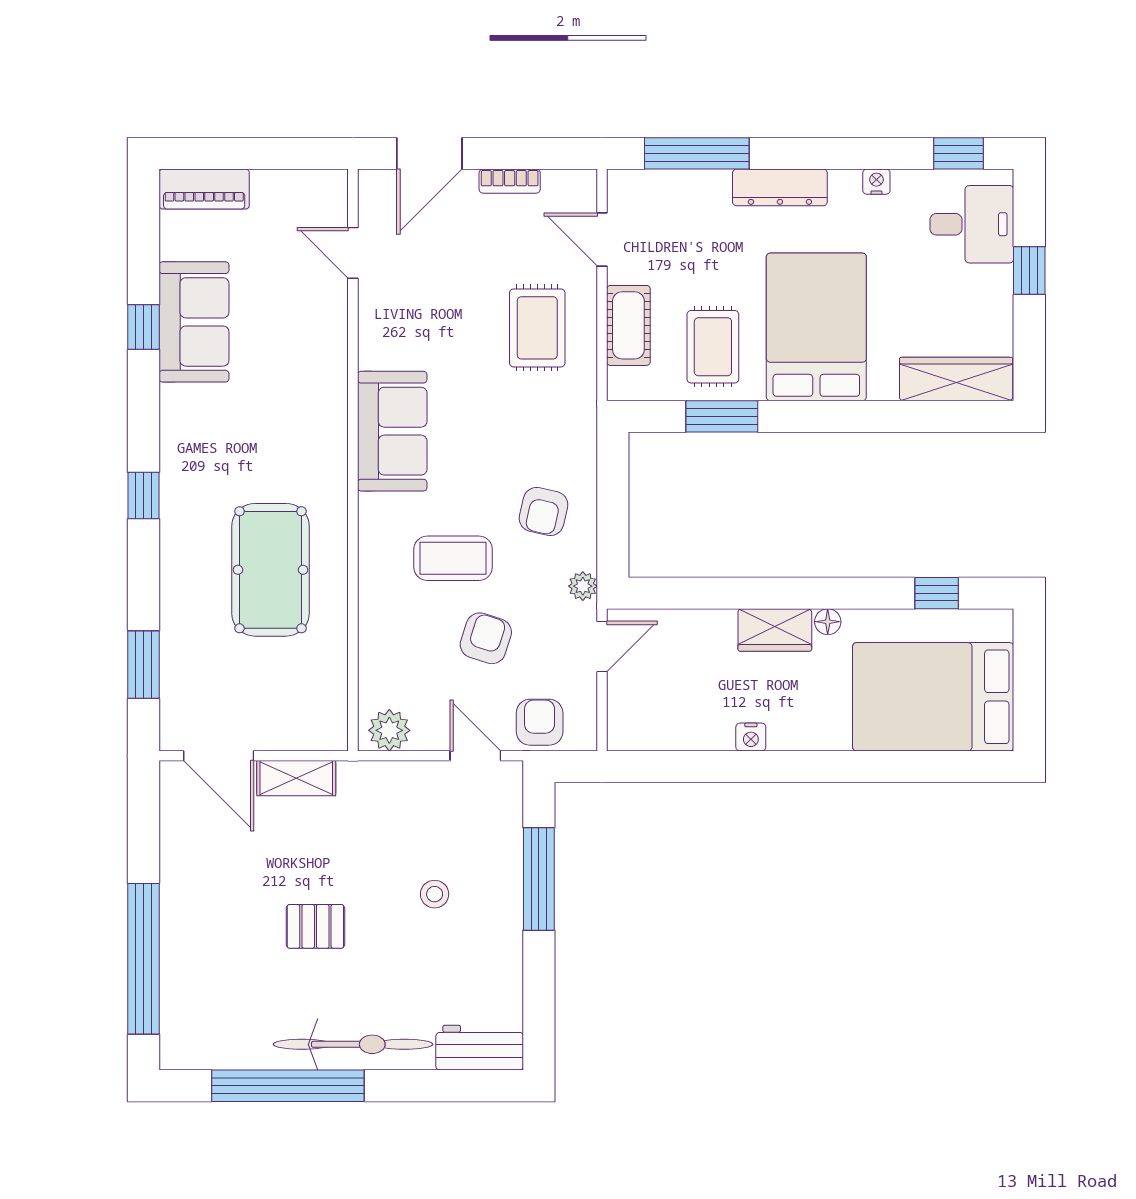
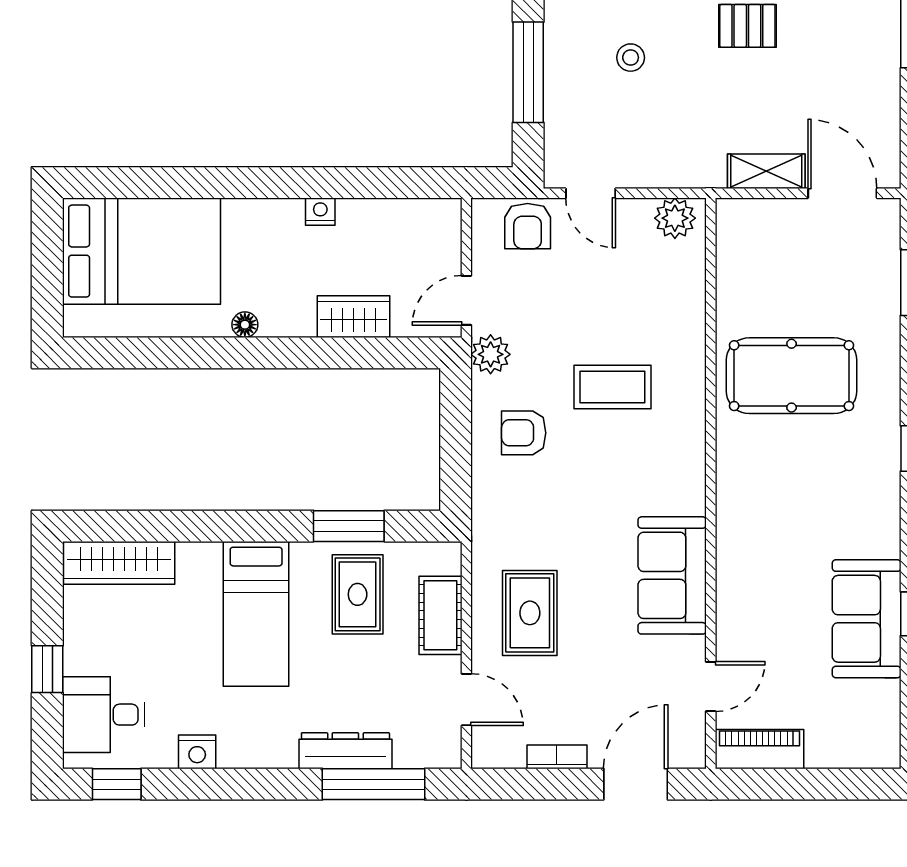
nightstand: (876, 182) -> (197, 752), width x1.39, depth x1.35
dresser: (780, 187) -> (345, 751), moved
piano: (204, 189) -> (759, 749), moved
door: (353, 253) -> (711, 686), hinge flipped
bed: (816, 327) -> (256, 614), width x0.67
sofa: (392, 431) -> (672, 575), moved
armchair: (543, 512) -> (524, 433), turned -103
pool table: (270, 570) -> (792, 376), turned 90
plant: (583, 586) -> (491, 354), width x1.38, depth x1.38
window: (937, 593) -> (138, 353), removed
wardrobe: (775, 630) -> (353, 317), moved
armchair: (486, 638) -> (580, 308), removed

